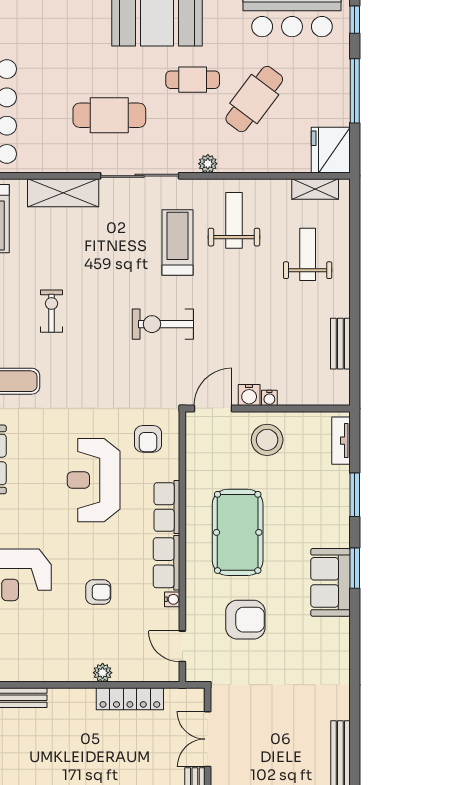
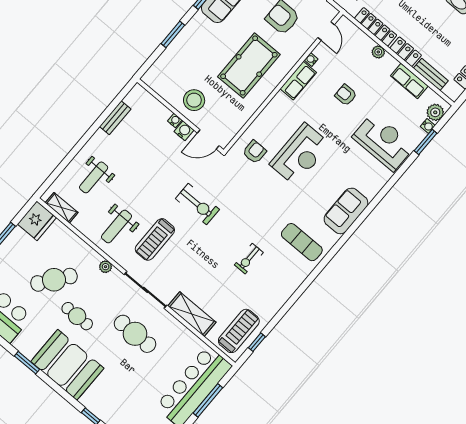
tv unit: (341, 441) -> (157, 68), removed
row of seats: (167, 507) -> (409, 81), moved, turned 90
locker: (72, 699) -> (406, 52), added

